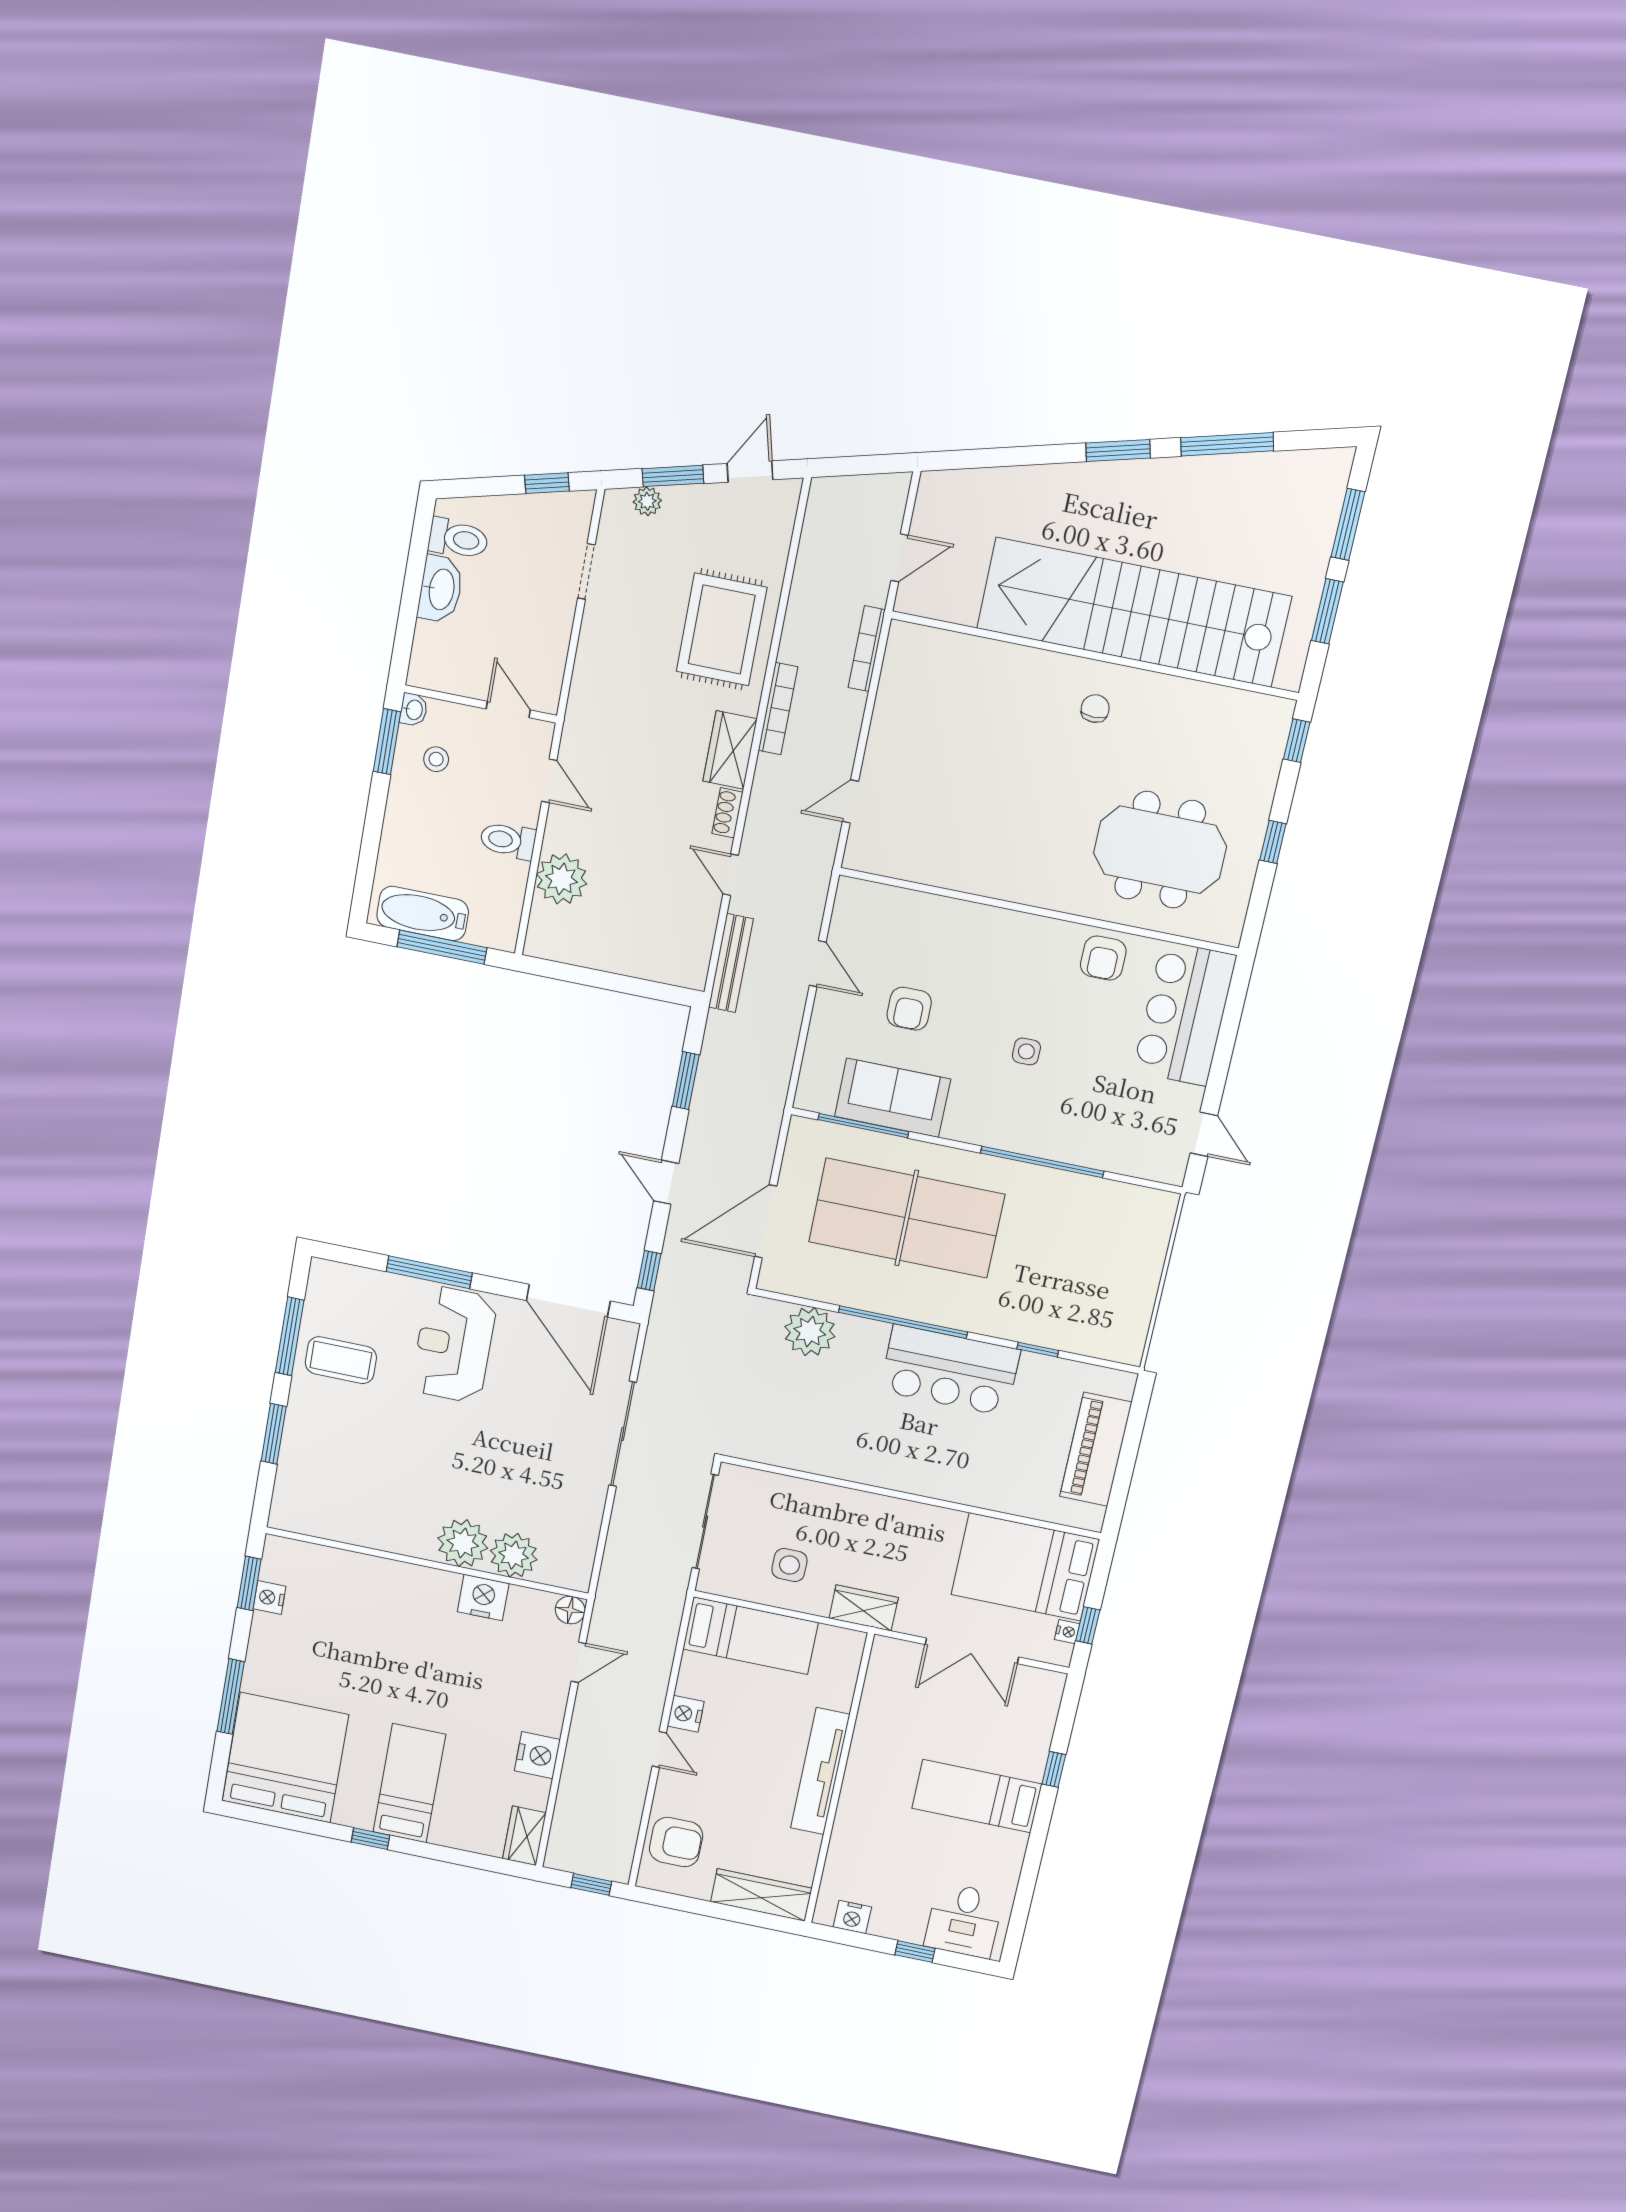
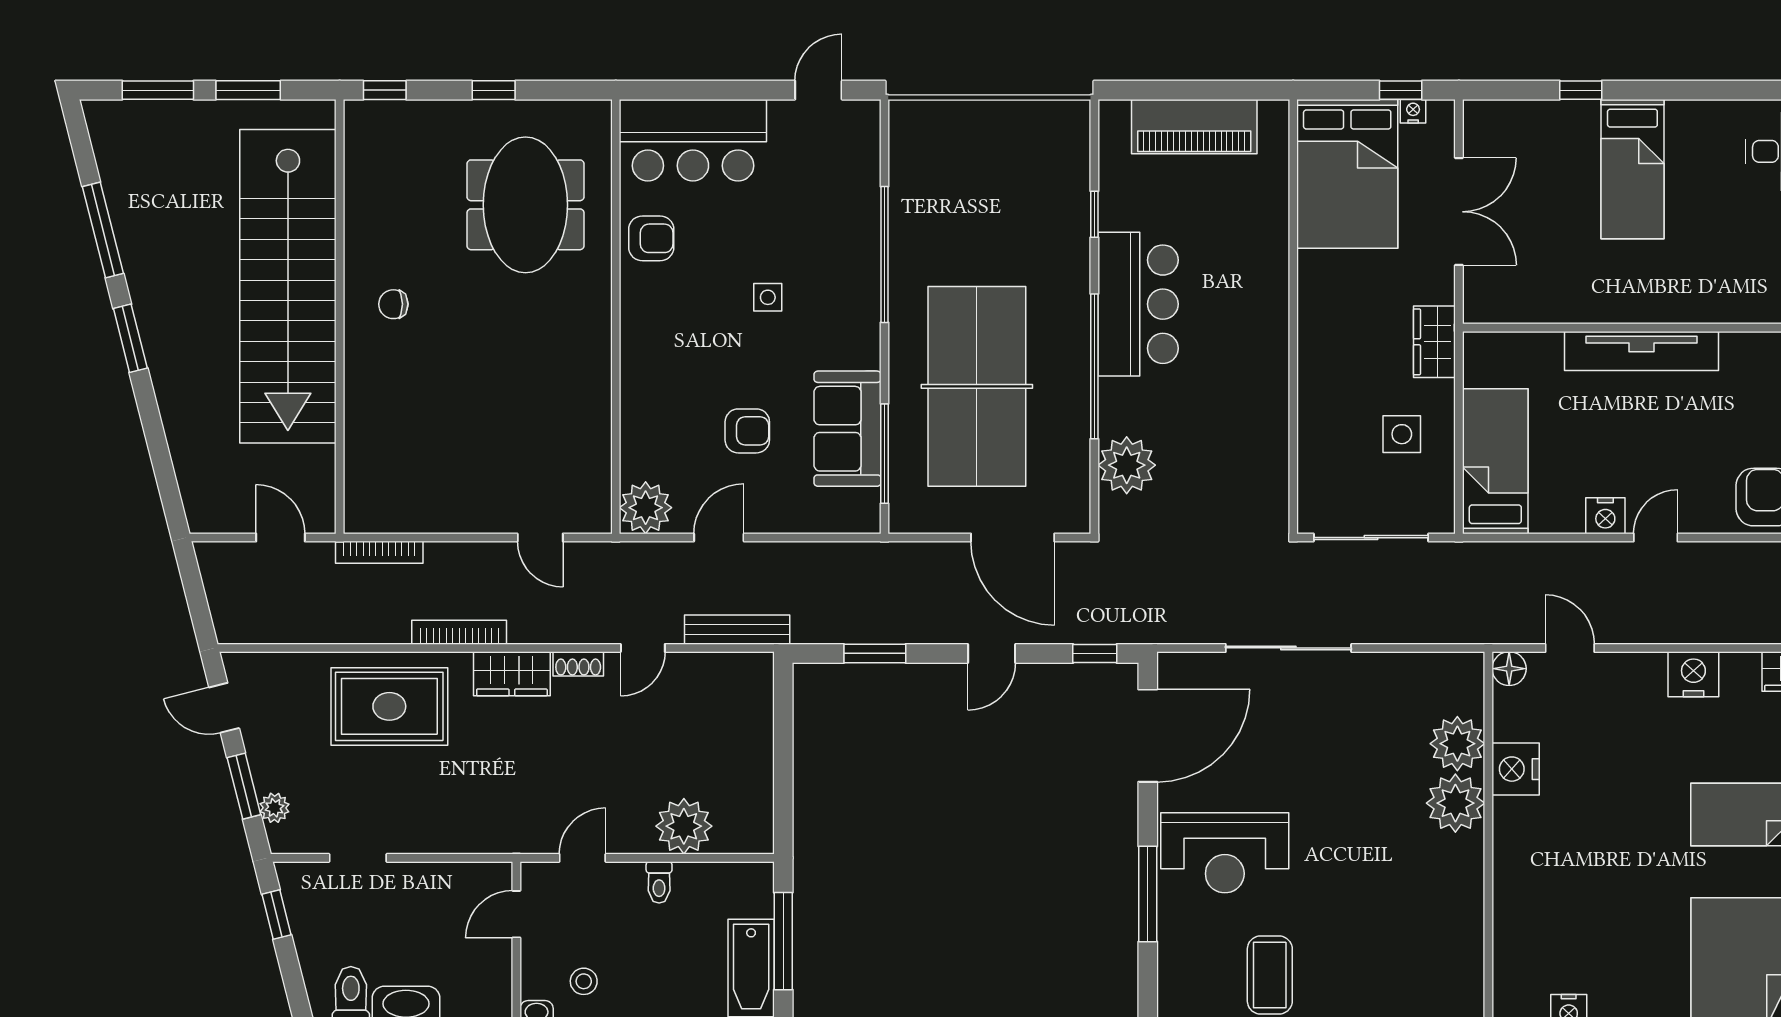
toilet: (508, 840) -> (659, 882), width x0.73, depth x0.72
plant: (858, 903) -> (646, 508), added

